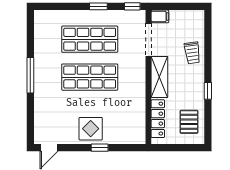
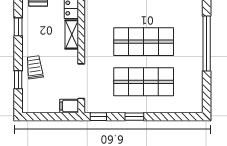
window: (208, 41) -> (18, 80), added
window: (30, 75) -> (207, 44), width x1.46
shelving: (159, 77) -> (72, 34), width x0.67, depth x0.75

